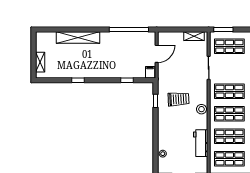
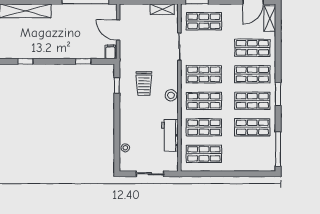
door: (157, 54) -> (118, 30), swing flipped
trolley: (178, 99) -> (144, 84), turned 93

